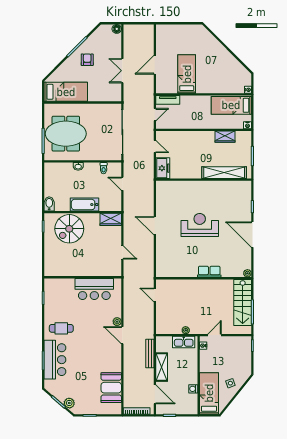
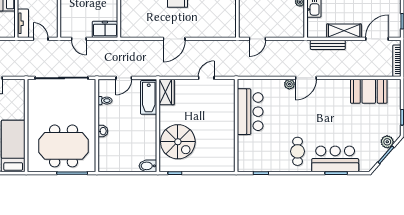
meeting table: (66, 134) -> (63, 146), turned 90
door: (155, 146) -> (79, 39), swing flipped
bathtub: (84, 205) -> (149, 97), moved

